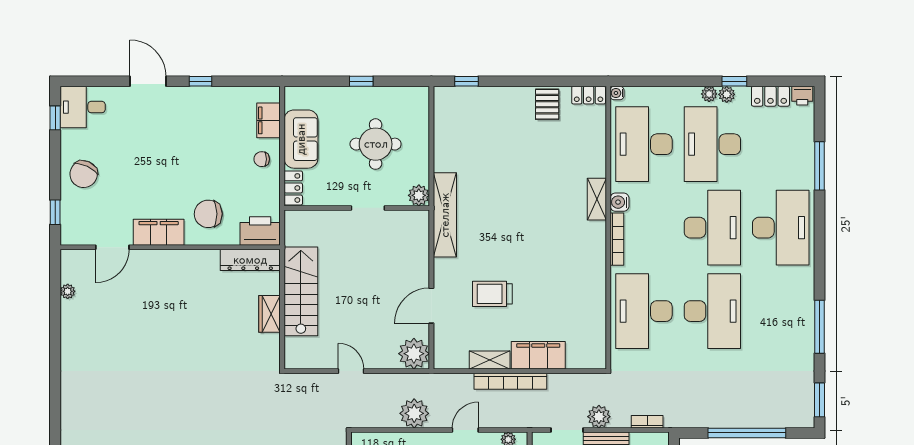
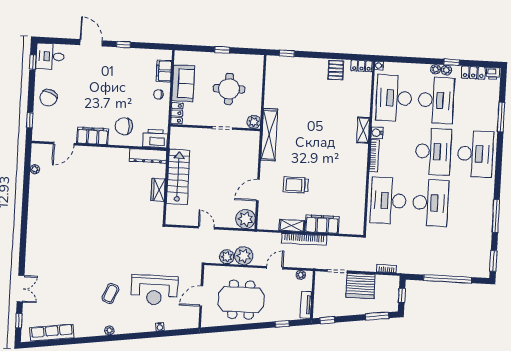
desk: (712, 144) -> (436, 100), turned 180
plant: (599, 417) -> (227, 257), moved

